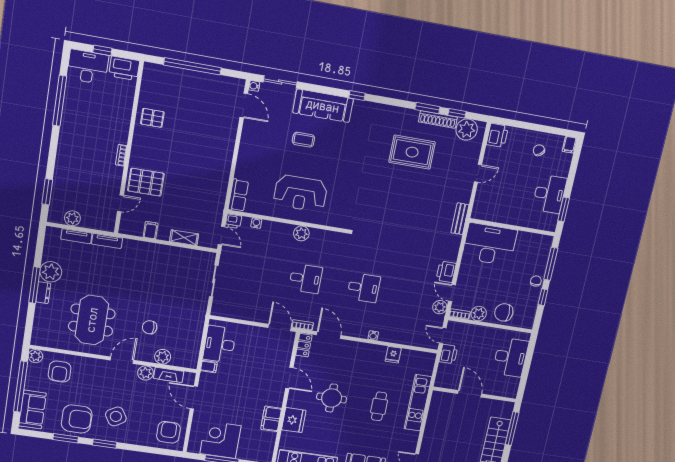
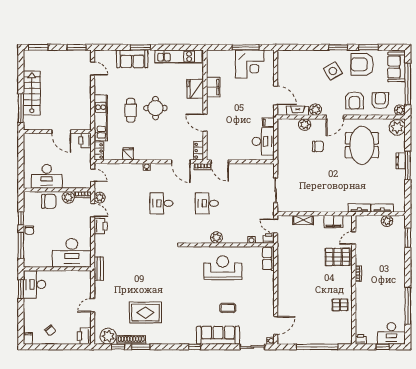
printer: (124, 68) -> (361, 339), width x0.53, depth x0.68
door: (244, 105) -> (276, 325), swing flipped
desk: (549, 194) -> (34, 284), moved
filing cabinet: (151, 230) -> (333, 222), width x2.00
plant: (51, 272) -> (397, 127), moved
printer: (448, 354) -> (85, 140), moved
desk: (511, 357) -> (47, 176), moved, turned -90
locker: (429, 364) -> (99, 151), added
round table: (332, 398) -> (155, 108), moved
armchair: (168, 432) -> (354, 100), moved

